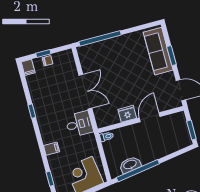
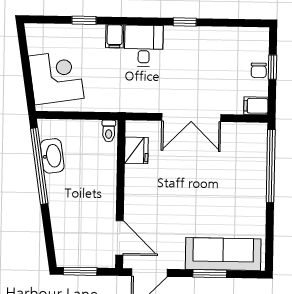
filing cabinet: (28, 67) -> (256, 106), moved
fridge: (127, 114) -> (136, 150), moved
door: (150, 117) -> (120, 238), moved
desk: (79, 124) -> (144, 46), moved, turned 180
window: (50, 179) -> (84, 20), moved

